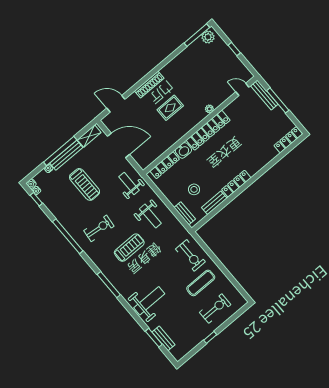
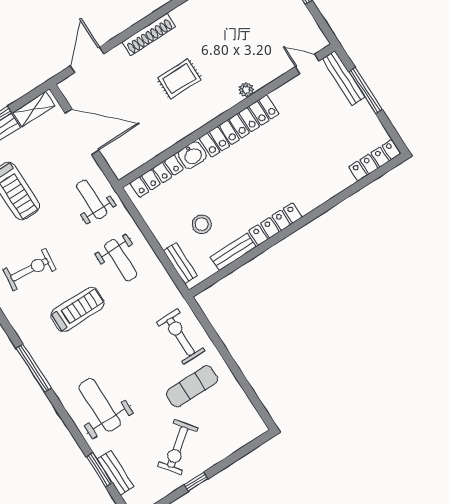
door: (116, 104) -> (87, 60), hinge flipped
exercise bike: (190, 255) -> (181, 337), turned 180
weight bench: (149, 301) -> (100, 405), turned -90
exercise bike: (215, 308) -> (178, 447), moved, turned 143

